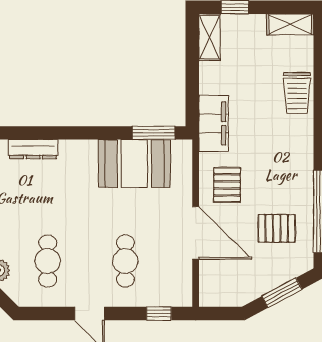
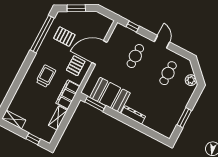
shelving: (209, 37) -> (58, 118), moved
trolley: (297, 93) -> (46, 76), moved
dresser: (33, 149) -> (133, 115), moved
door: (196, 233) -> (100, 52), hinge flipped

